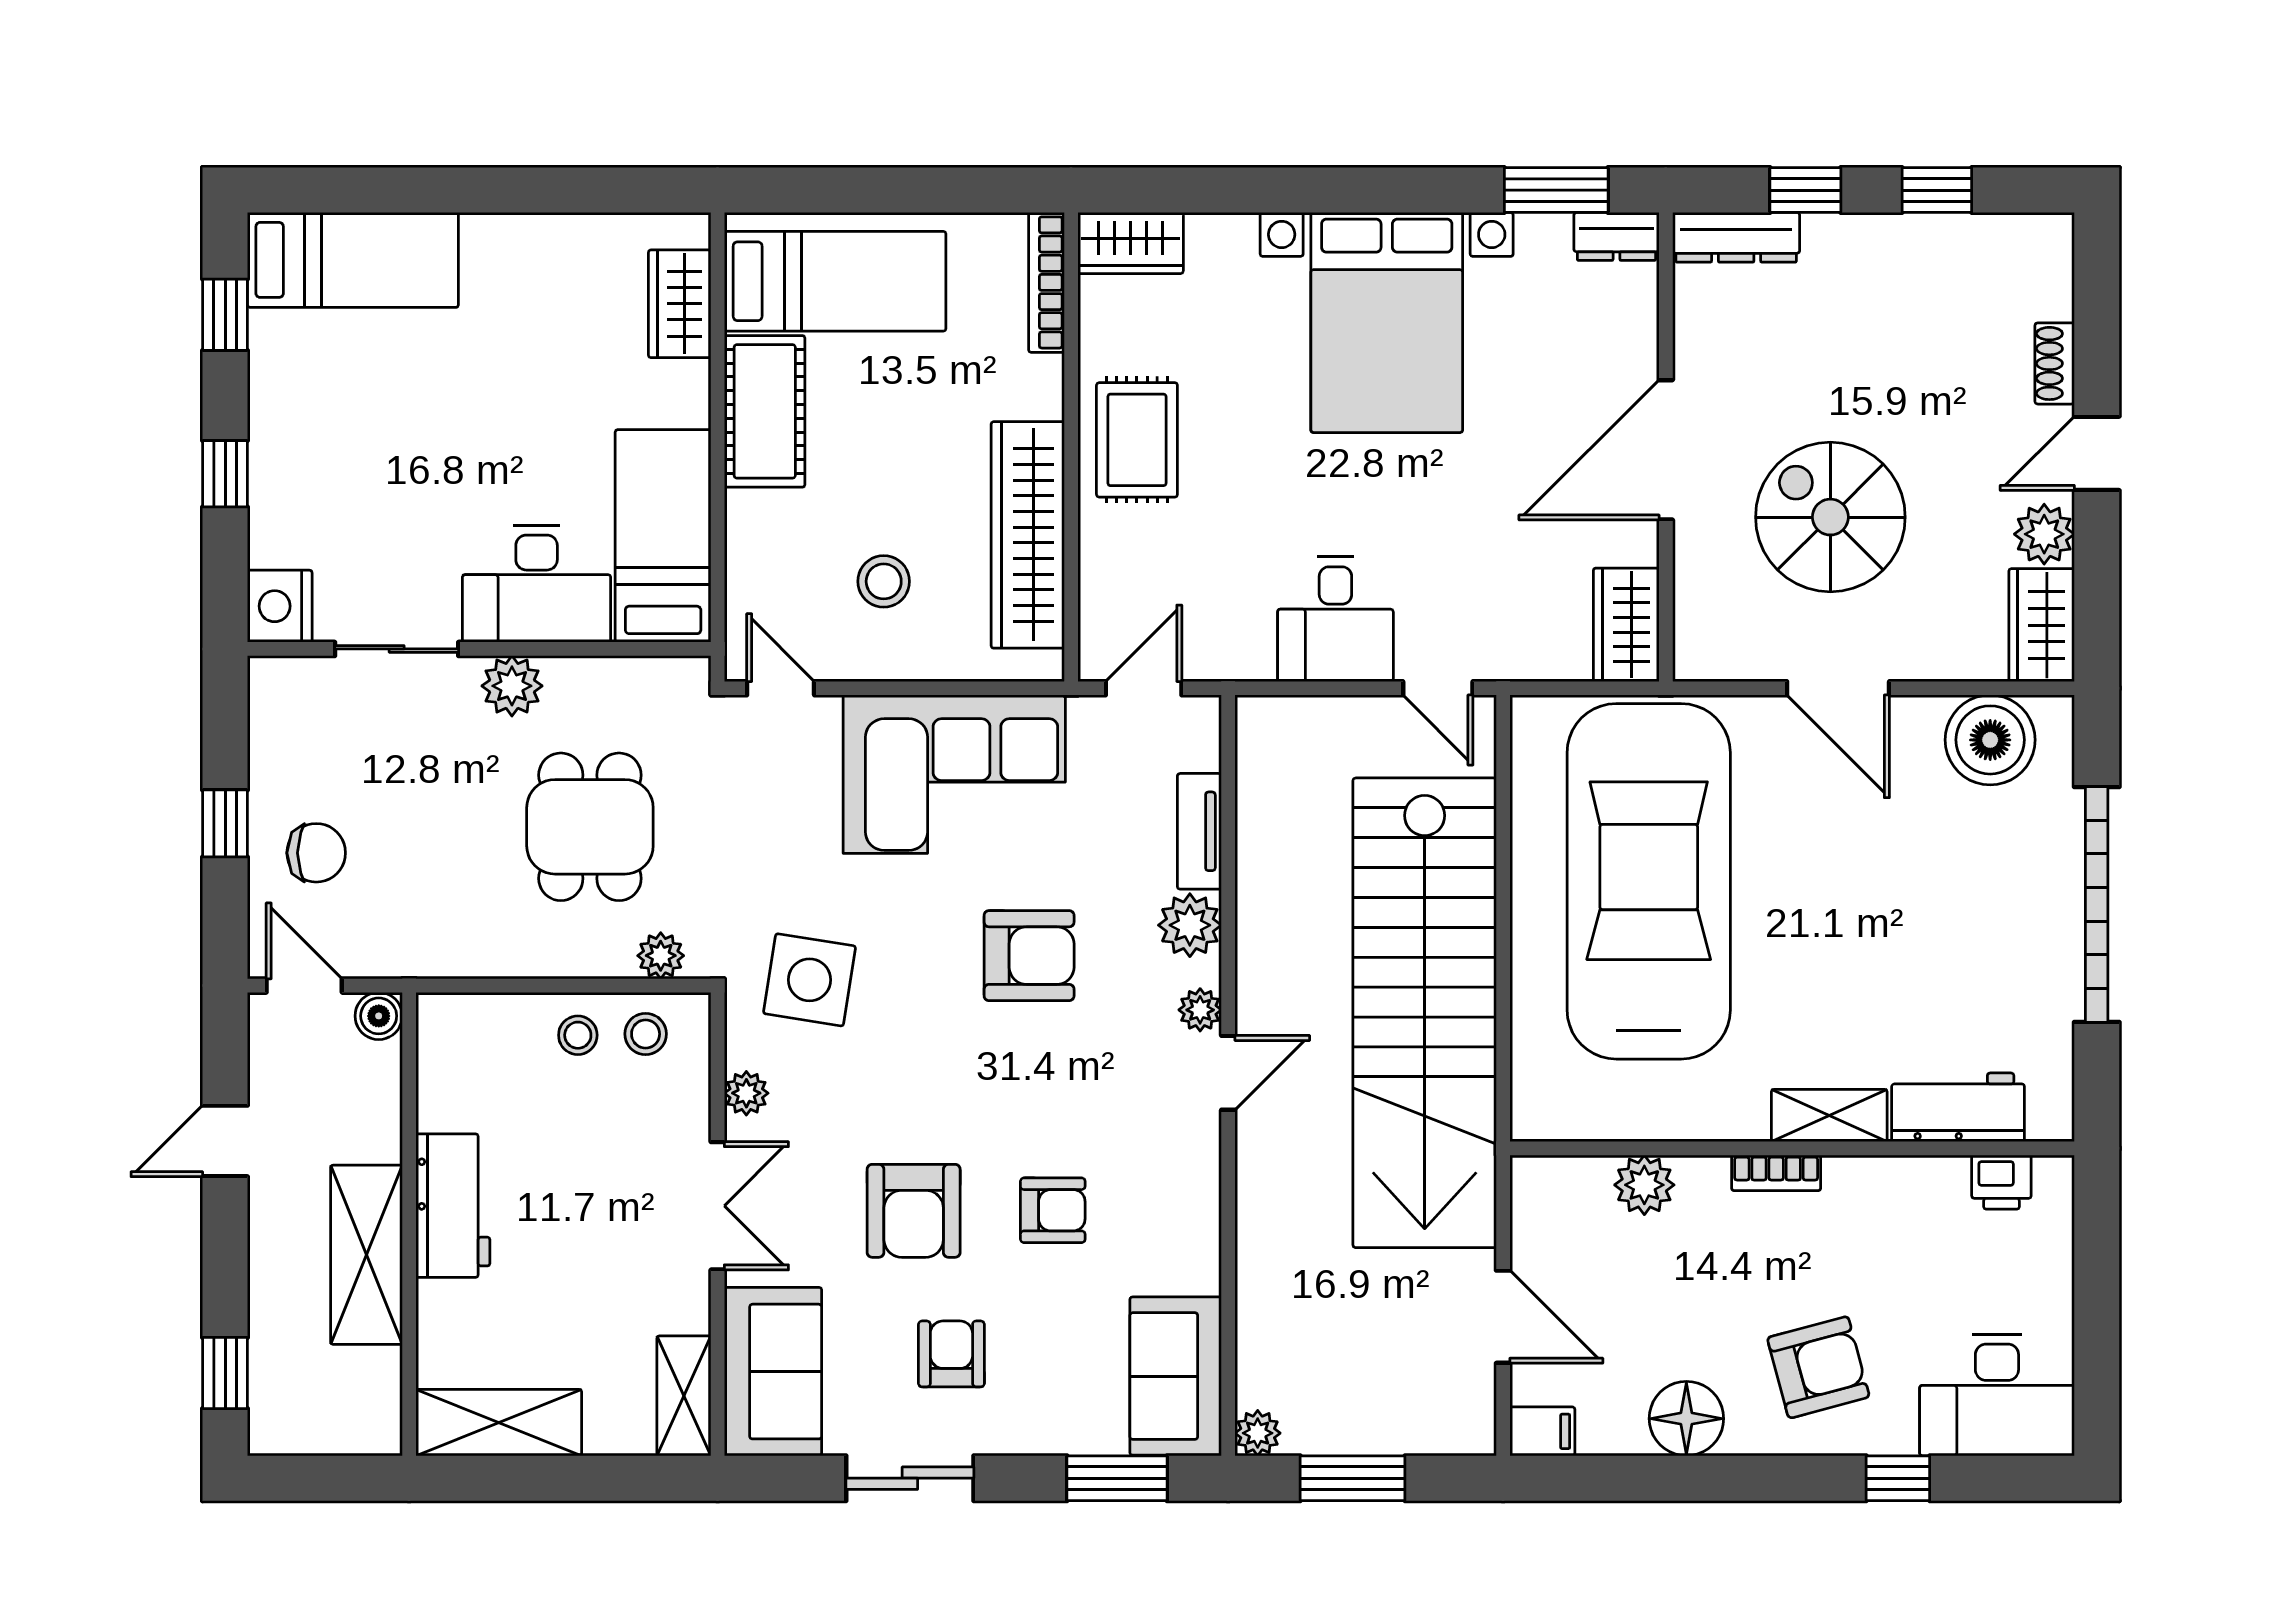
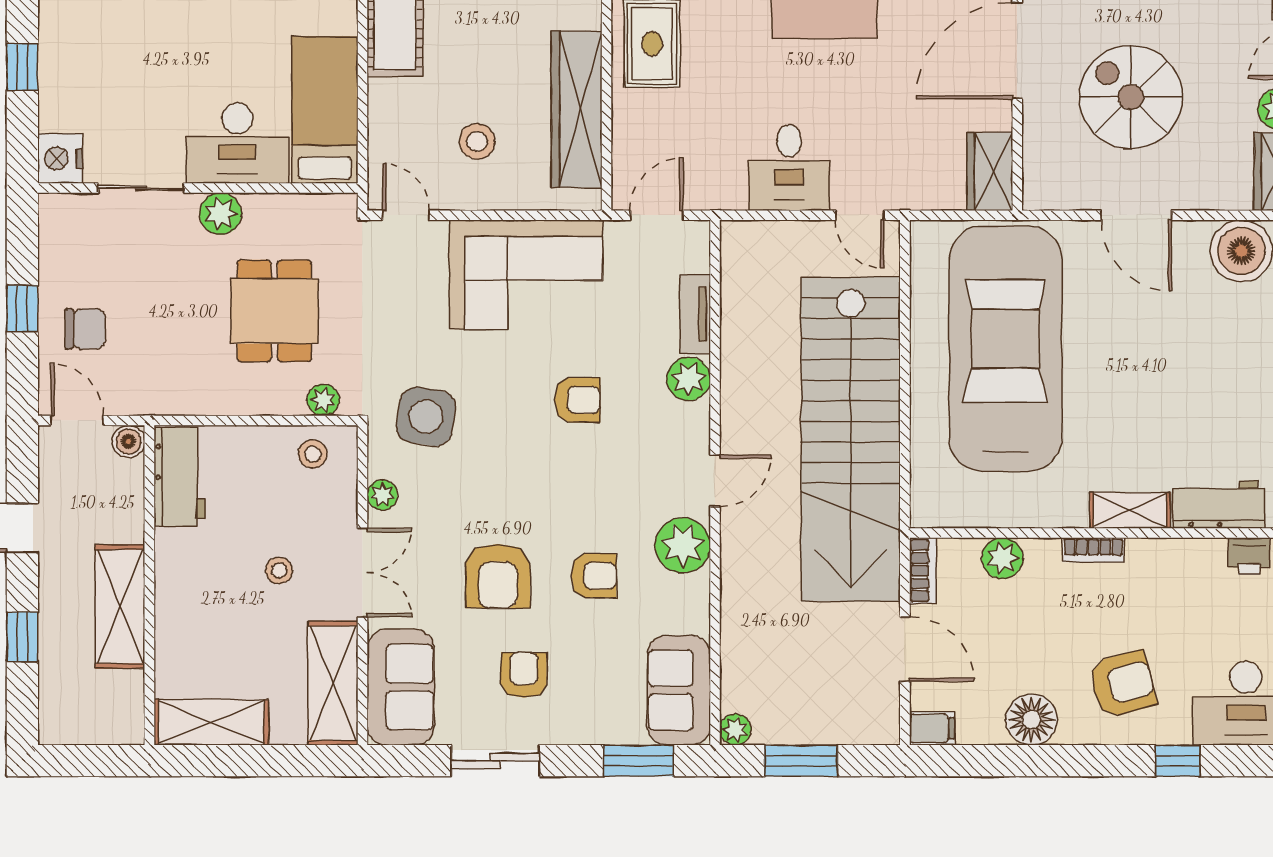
armchair: (1029, 956) -> (578, 400), width x0.72, depth x0.72
plant: (1200, 1010) -> (683, 545), moved, width x1.87, depth x1.87
stool: (578, 1035) -> (279, 570), moved
bookcase: (1529, 1203) -> (923, 571), added
workbench: (453, 1206) -> (180, 477), moved
window: (225, 1373) -> (22, 637), moved
shelving: (684, 1396) -> (333, 683), width x1.50, depth x1.33

